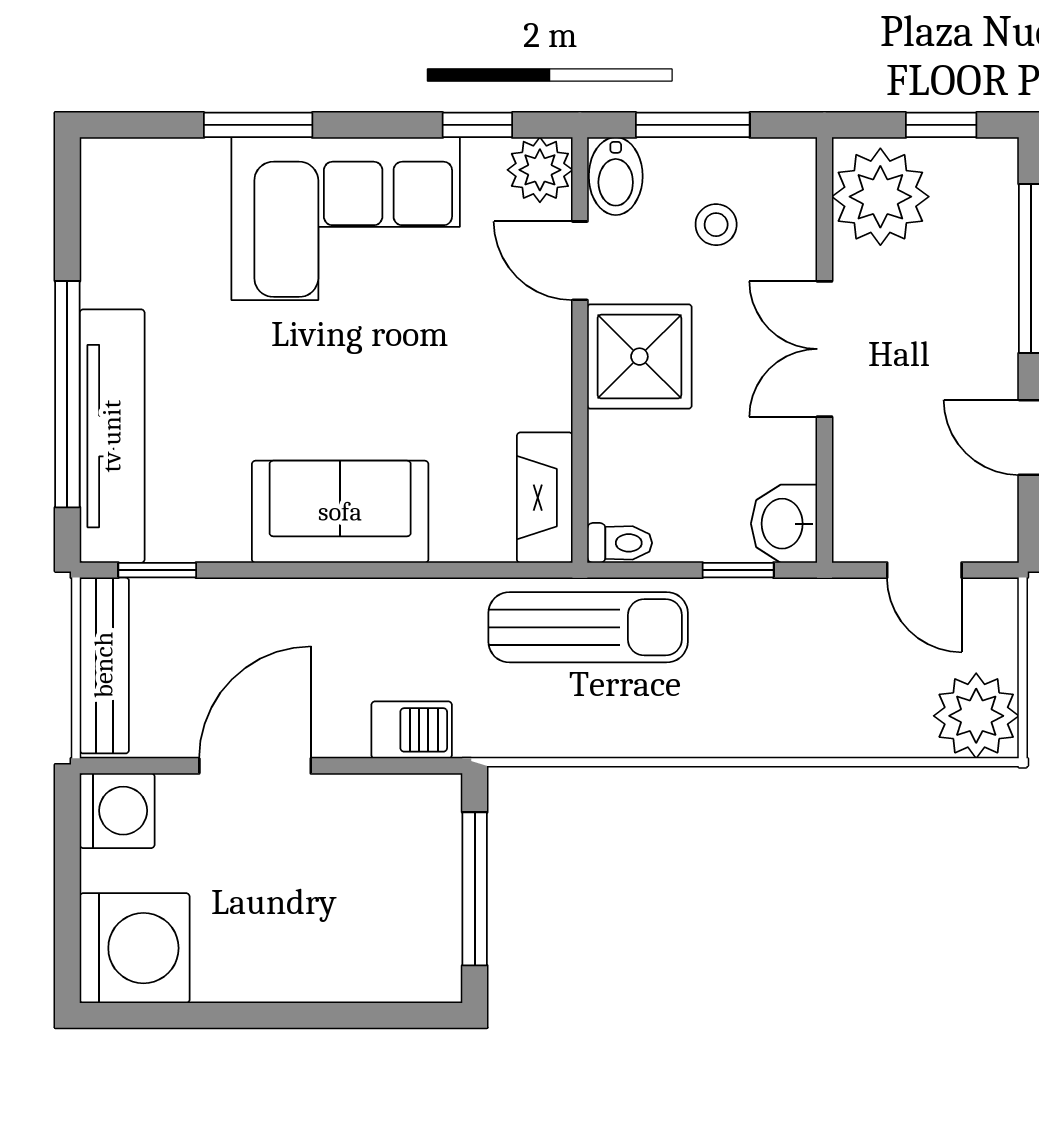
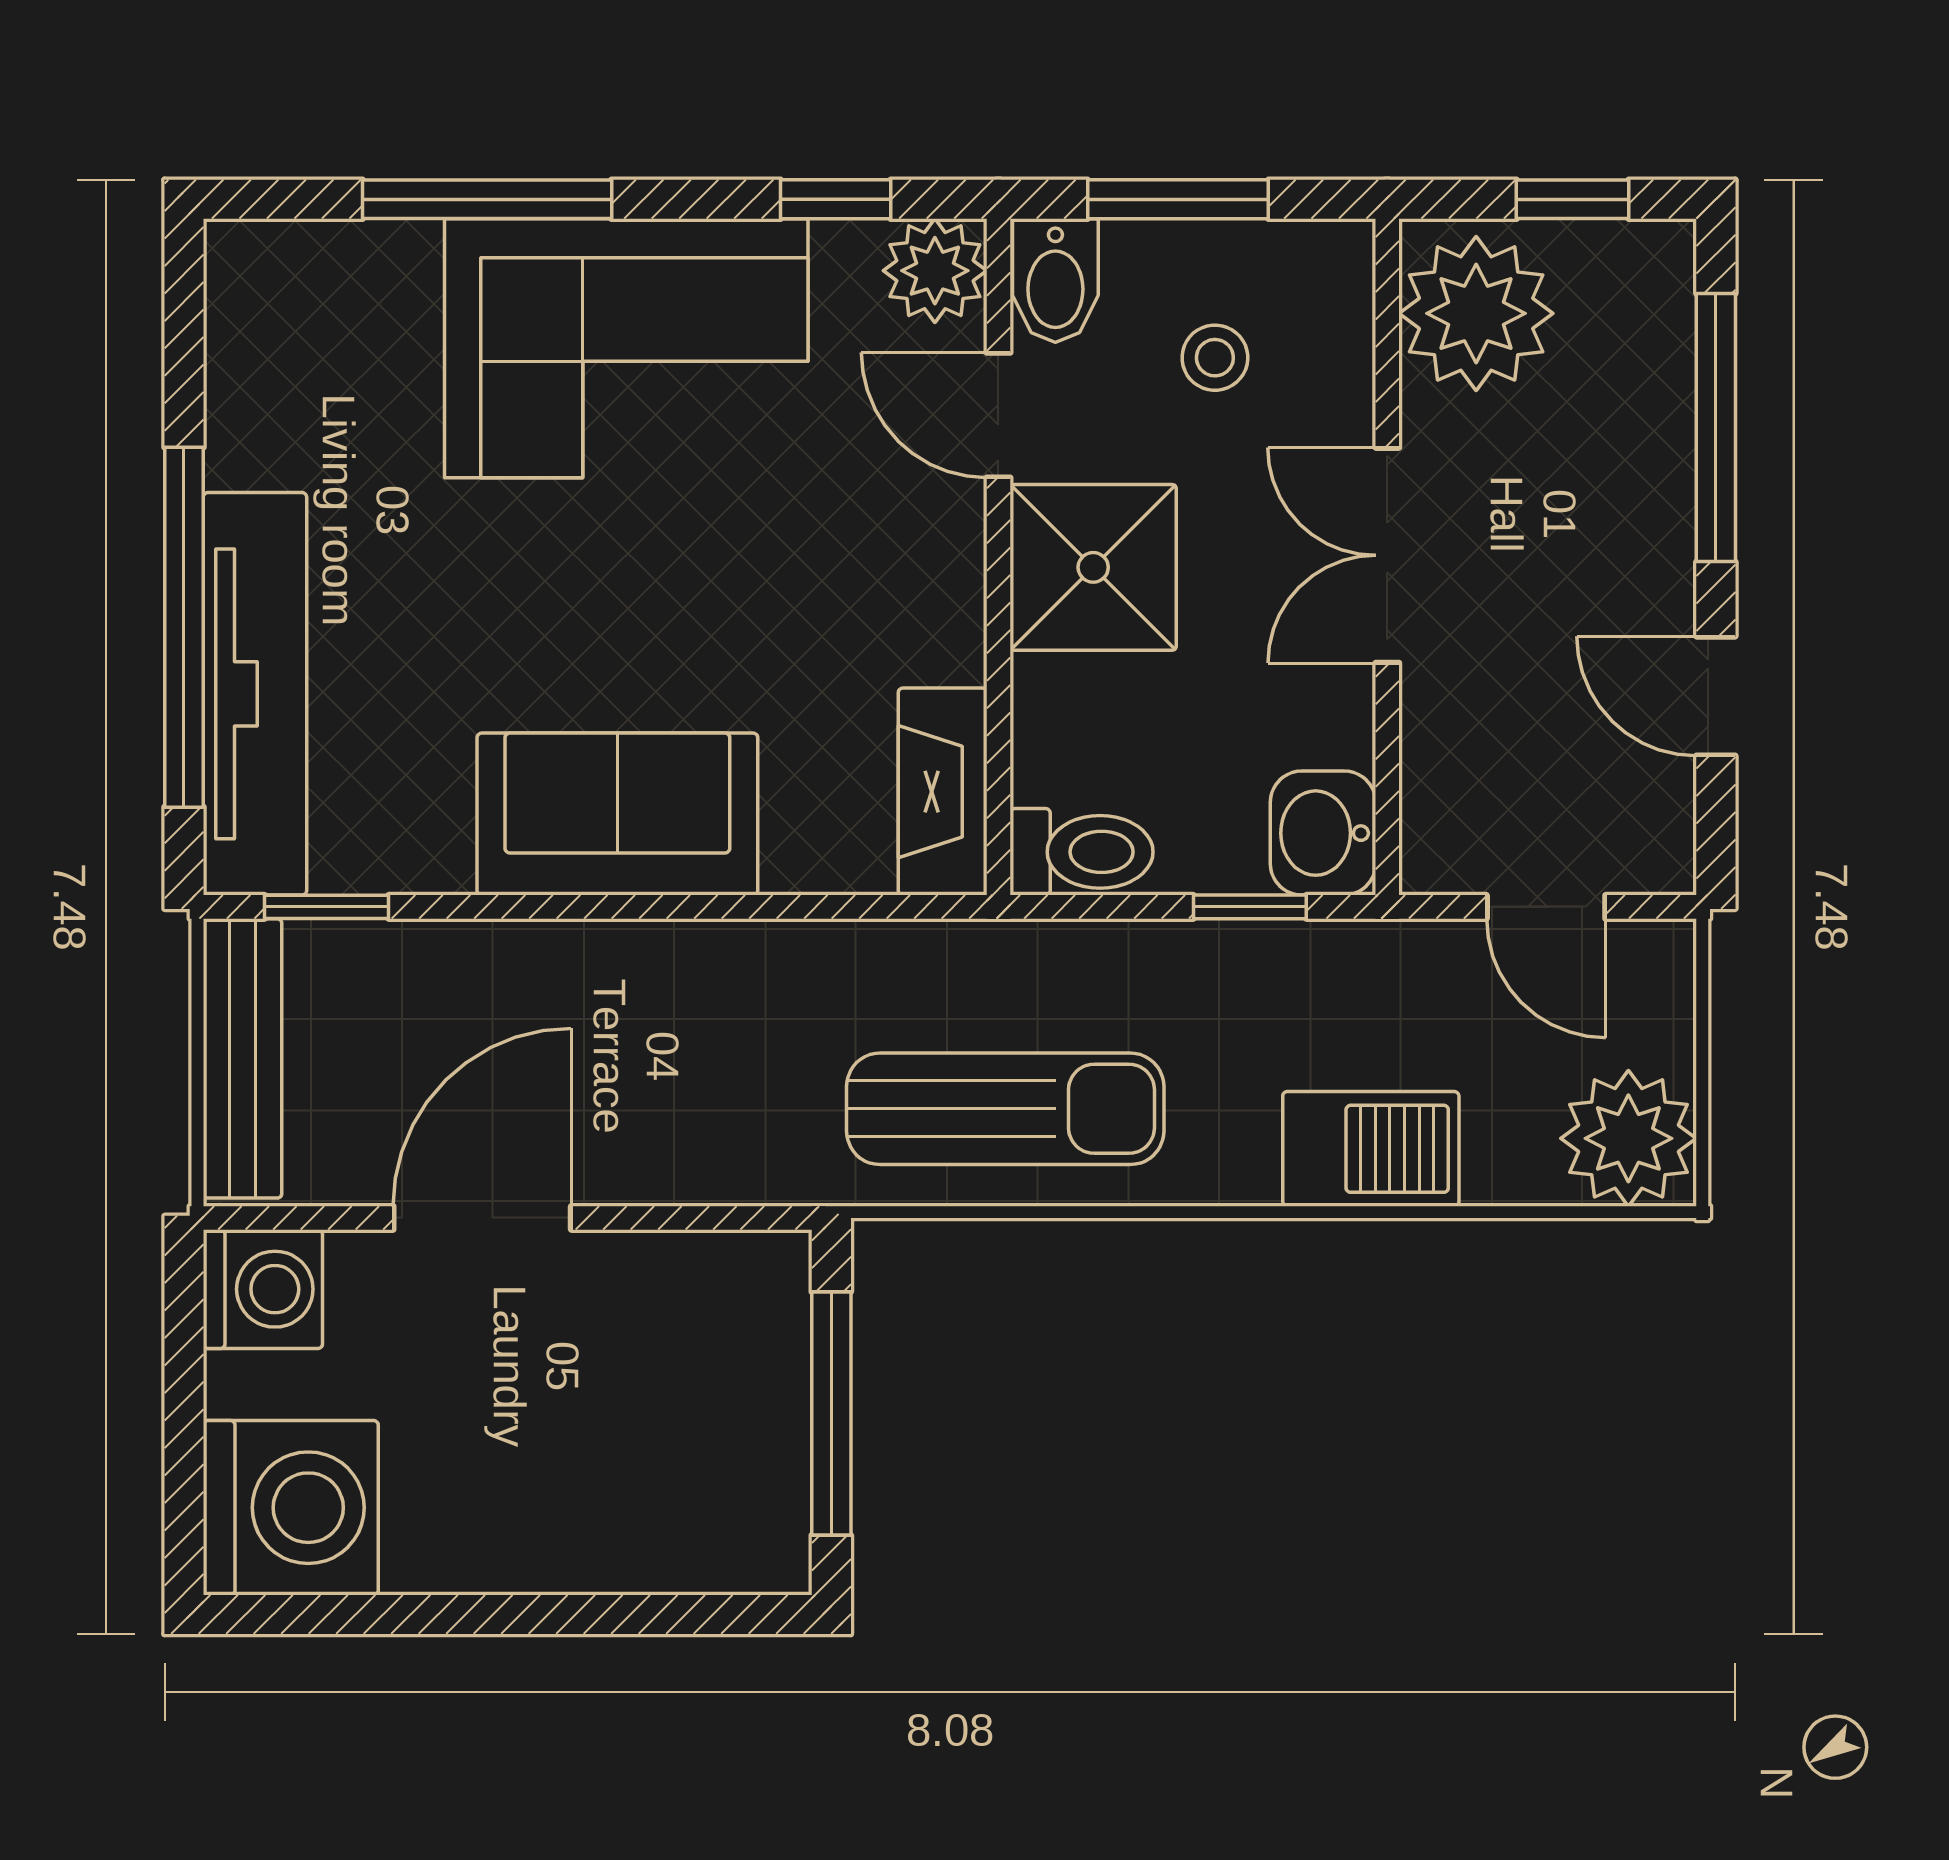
window: (258, 125) -> (487, 199), width x1.44
toilet: (620, 543) -> (1082, 852), width x1.37, depth x1.39
sun lounger: (588, 627) -> (1005, 1109), moved
barbecue: (412, 730) -> (1371, 1149), moved, width x1.38, depth x1.27

